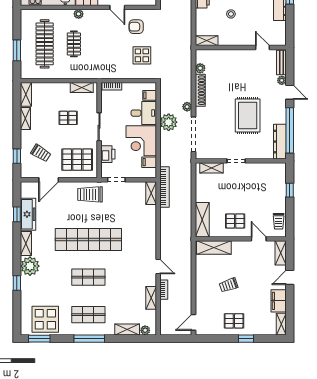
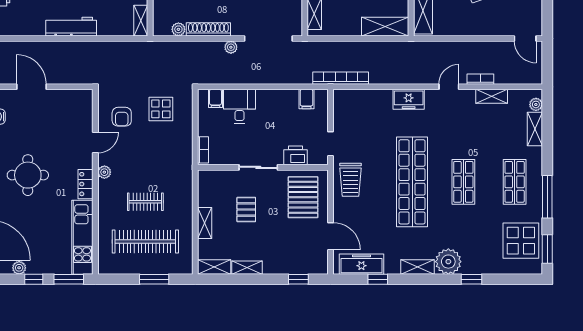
plant: (79, 14) -> (104, 172), moved
shelving: (82, 87) -> (205, 223), moved
plant: (169, 122) -> (252, 73), removed
corner desk: (141, 141) -> (277, 110), removed
trolley: (41, 153) -> (294, 247), removed
shelving: (151, 193) -> (349, 96), removed
freezer: (28, 214) -> (361, 264), moved
freezer: (149, 237) -> (409, 99), added
window: (89, 339) -> (547, 197), moved

